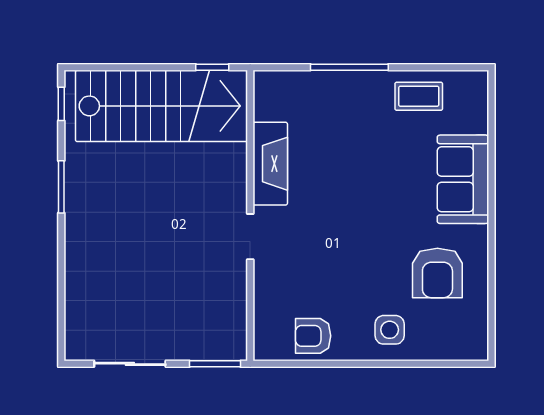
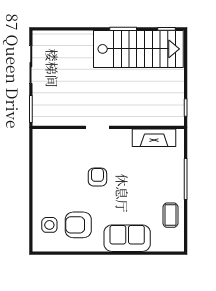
stairs: (161, 106) -> (138, 49), moved, turned -90
fireplace: (270, 164) -> (154, 138), moved
side table: (390, 330) -> (49, 225), moved
armchair: (313, 336) -> (97, 177), moved

